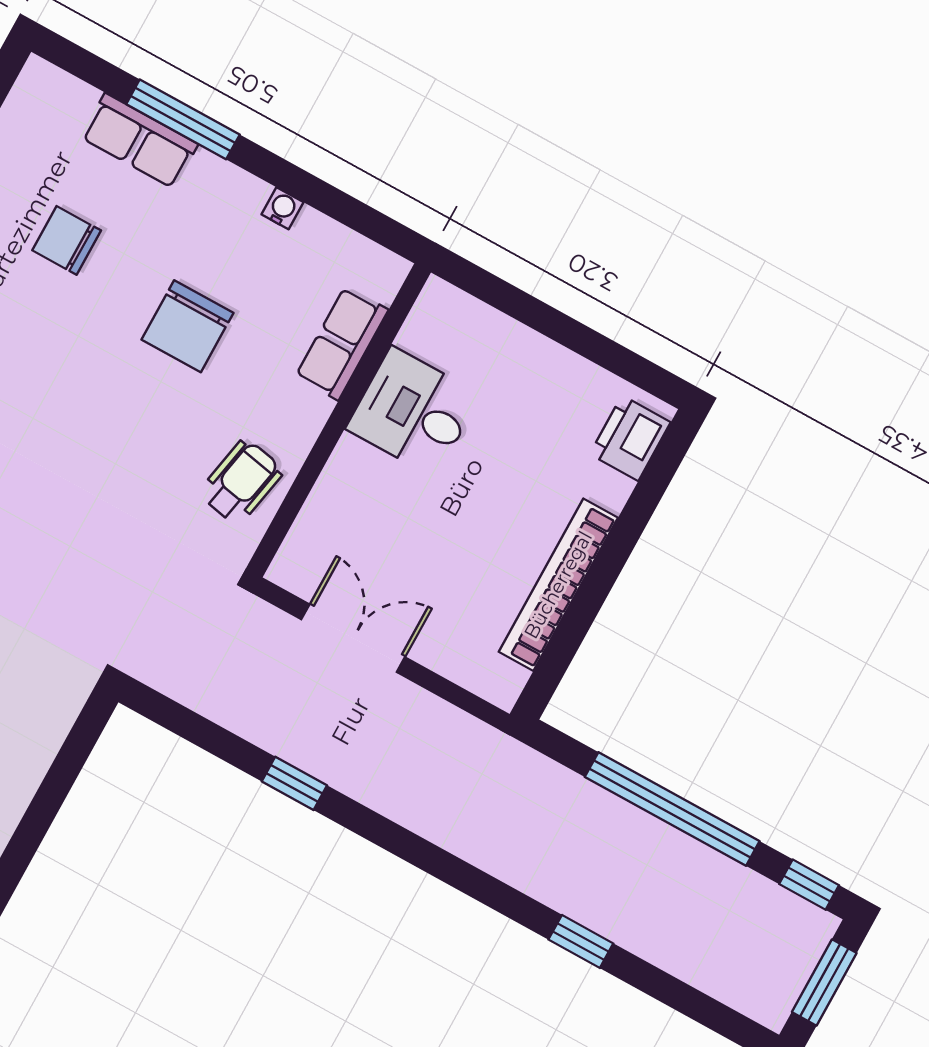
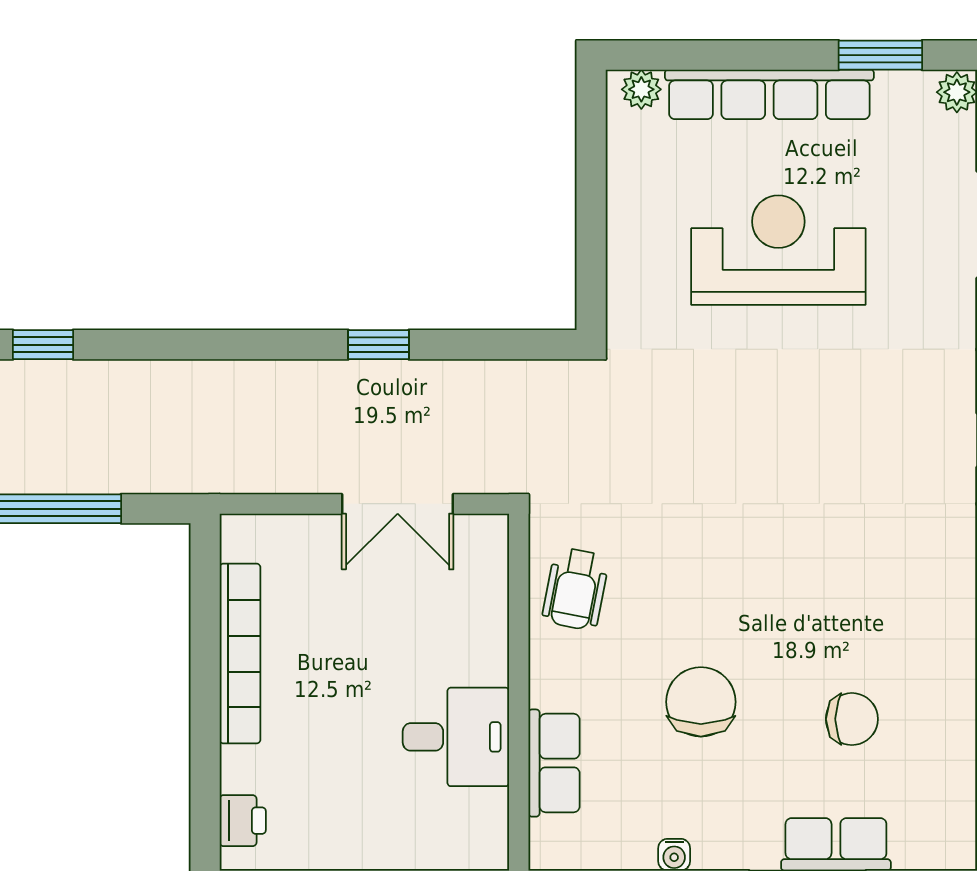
printer: (630, 438) -> (243, 821), width x0.73, depth x0.81

